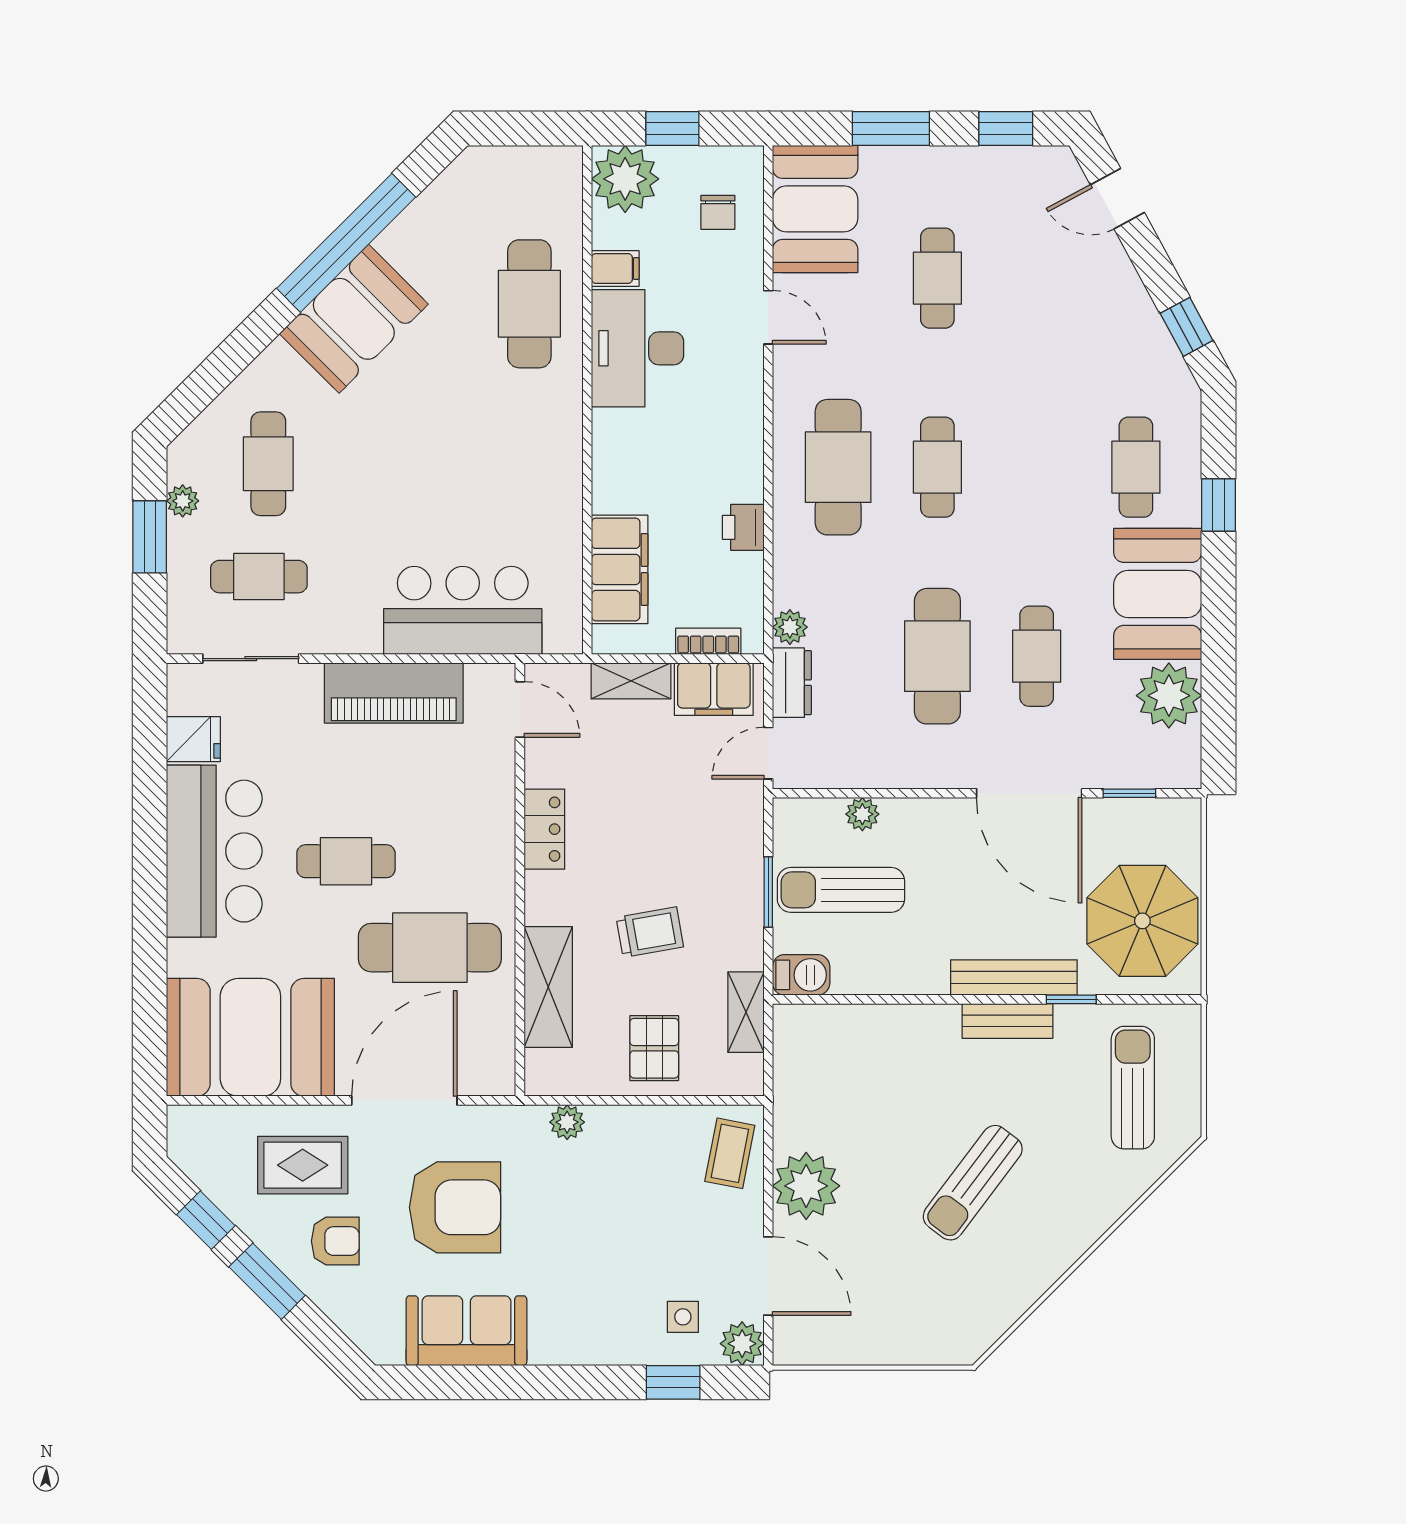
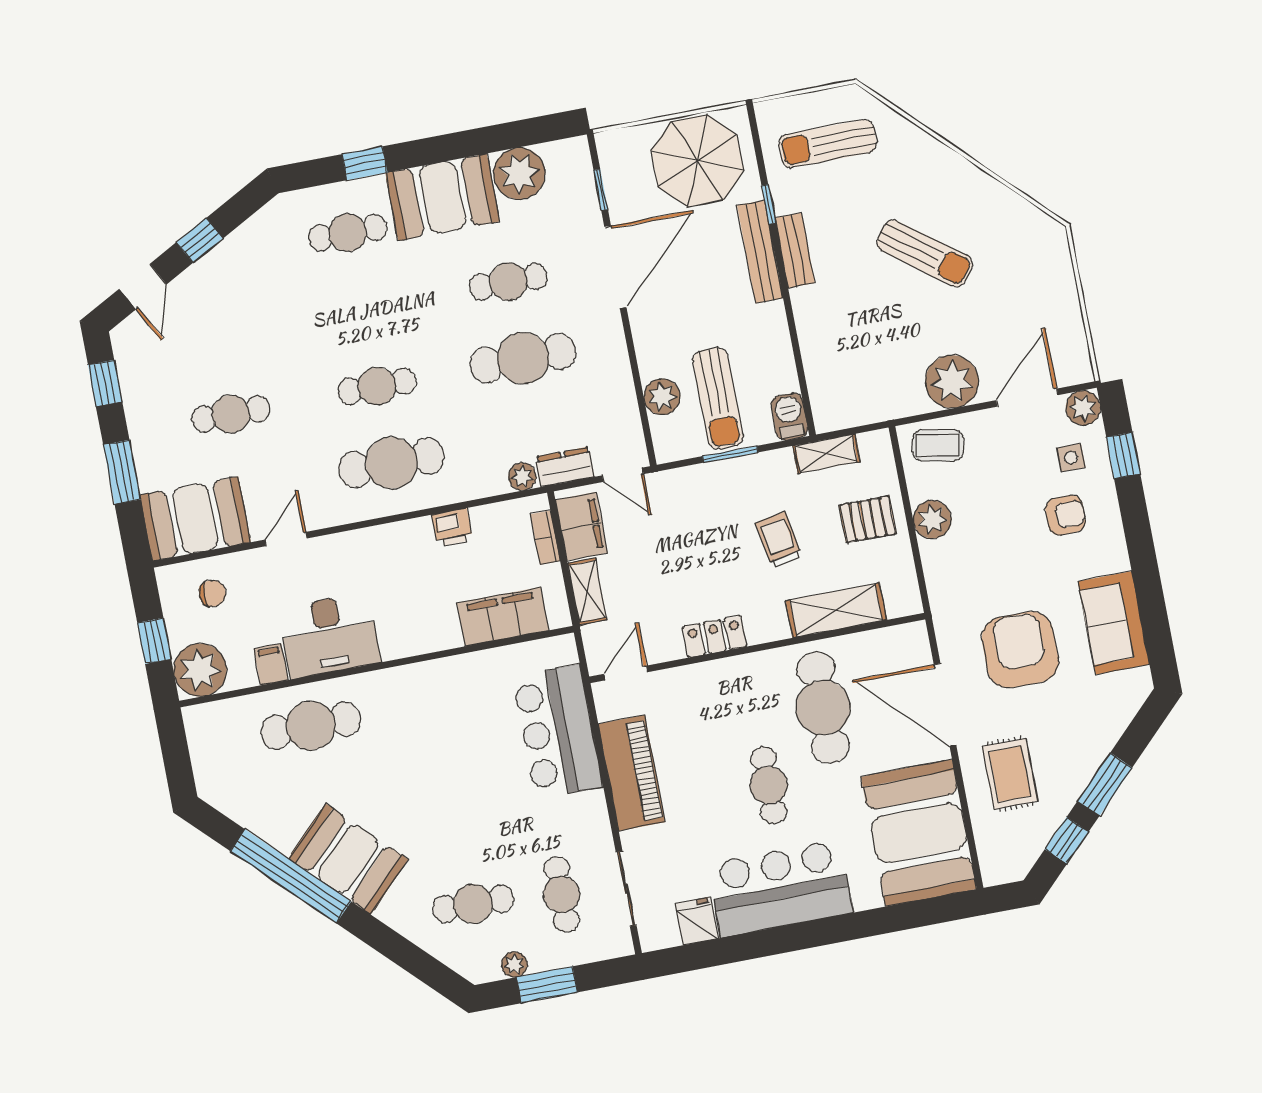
window: (1187, 327) -> (200, 240), moved
plant: (862, 814) -> (662, 397), width x1.38, depth x1.38
plant: (567, 1122) -> (932, 520), moved, width x1.38, depth x1.38
armchair: (335, 1241) -> (1066, 515), moved, turned 90

